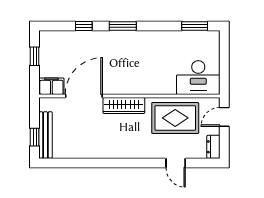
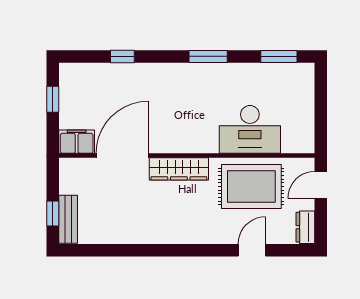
window: (123, 26) -> (208, 56), moved
desk: (198, 78) -> (250, 129), moved
bench: (45, 135) -> (68, 219), width x0.73
door: (176, 163) -> (252, 250), swing flipped

